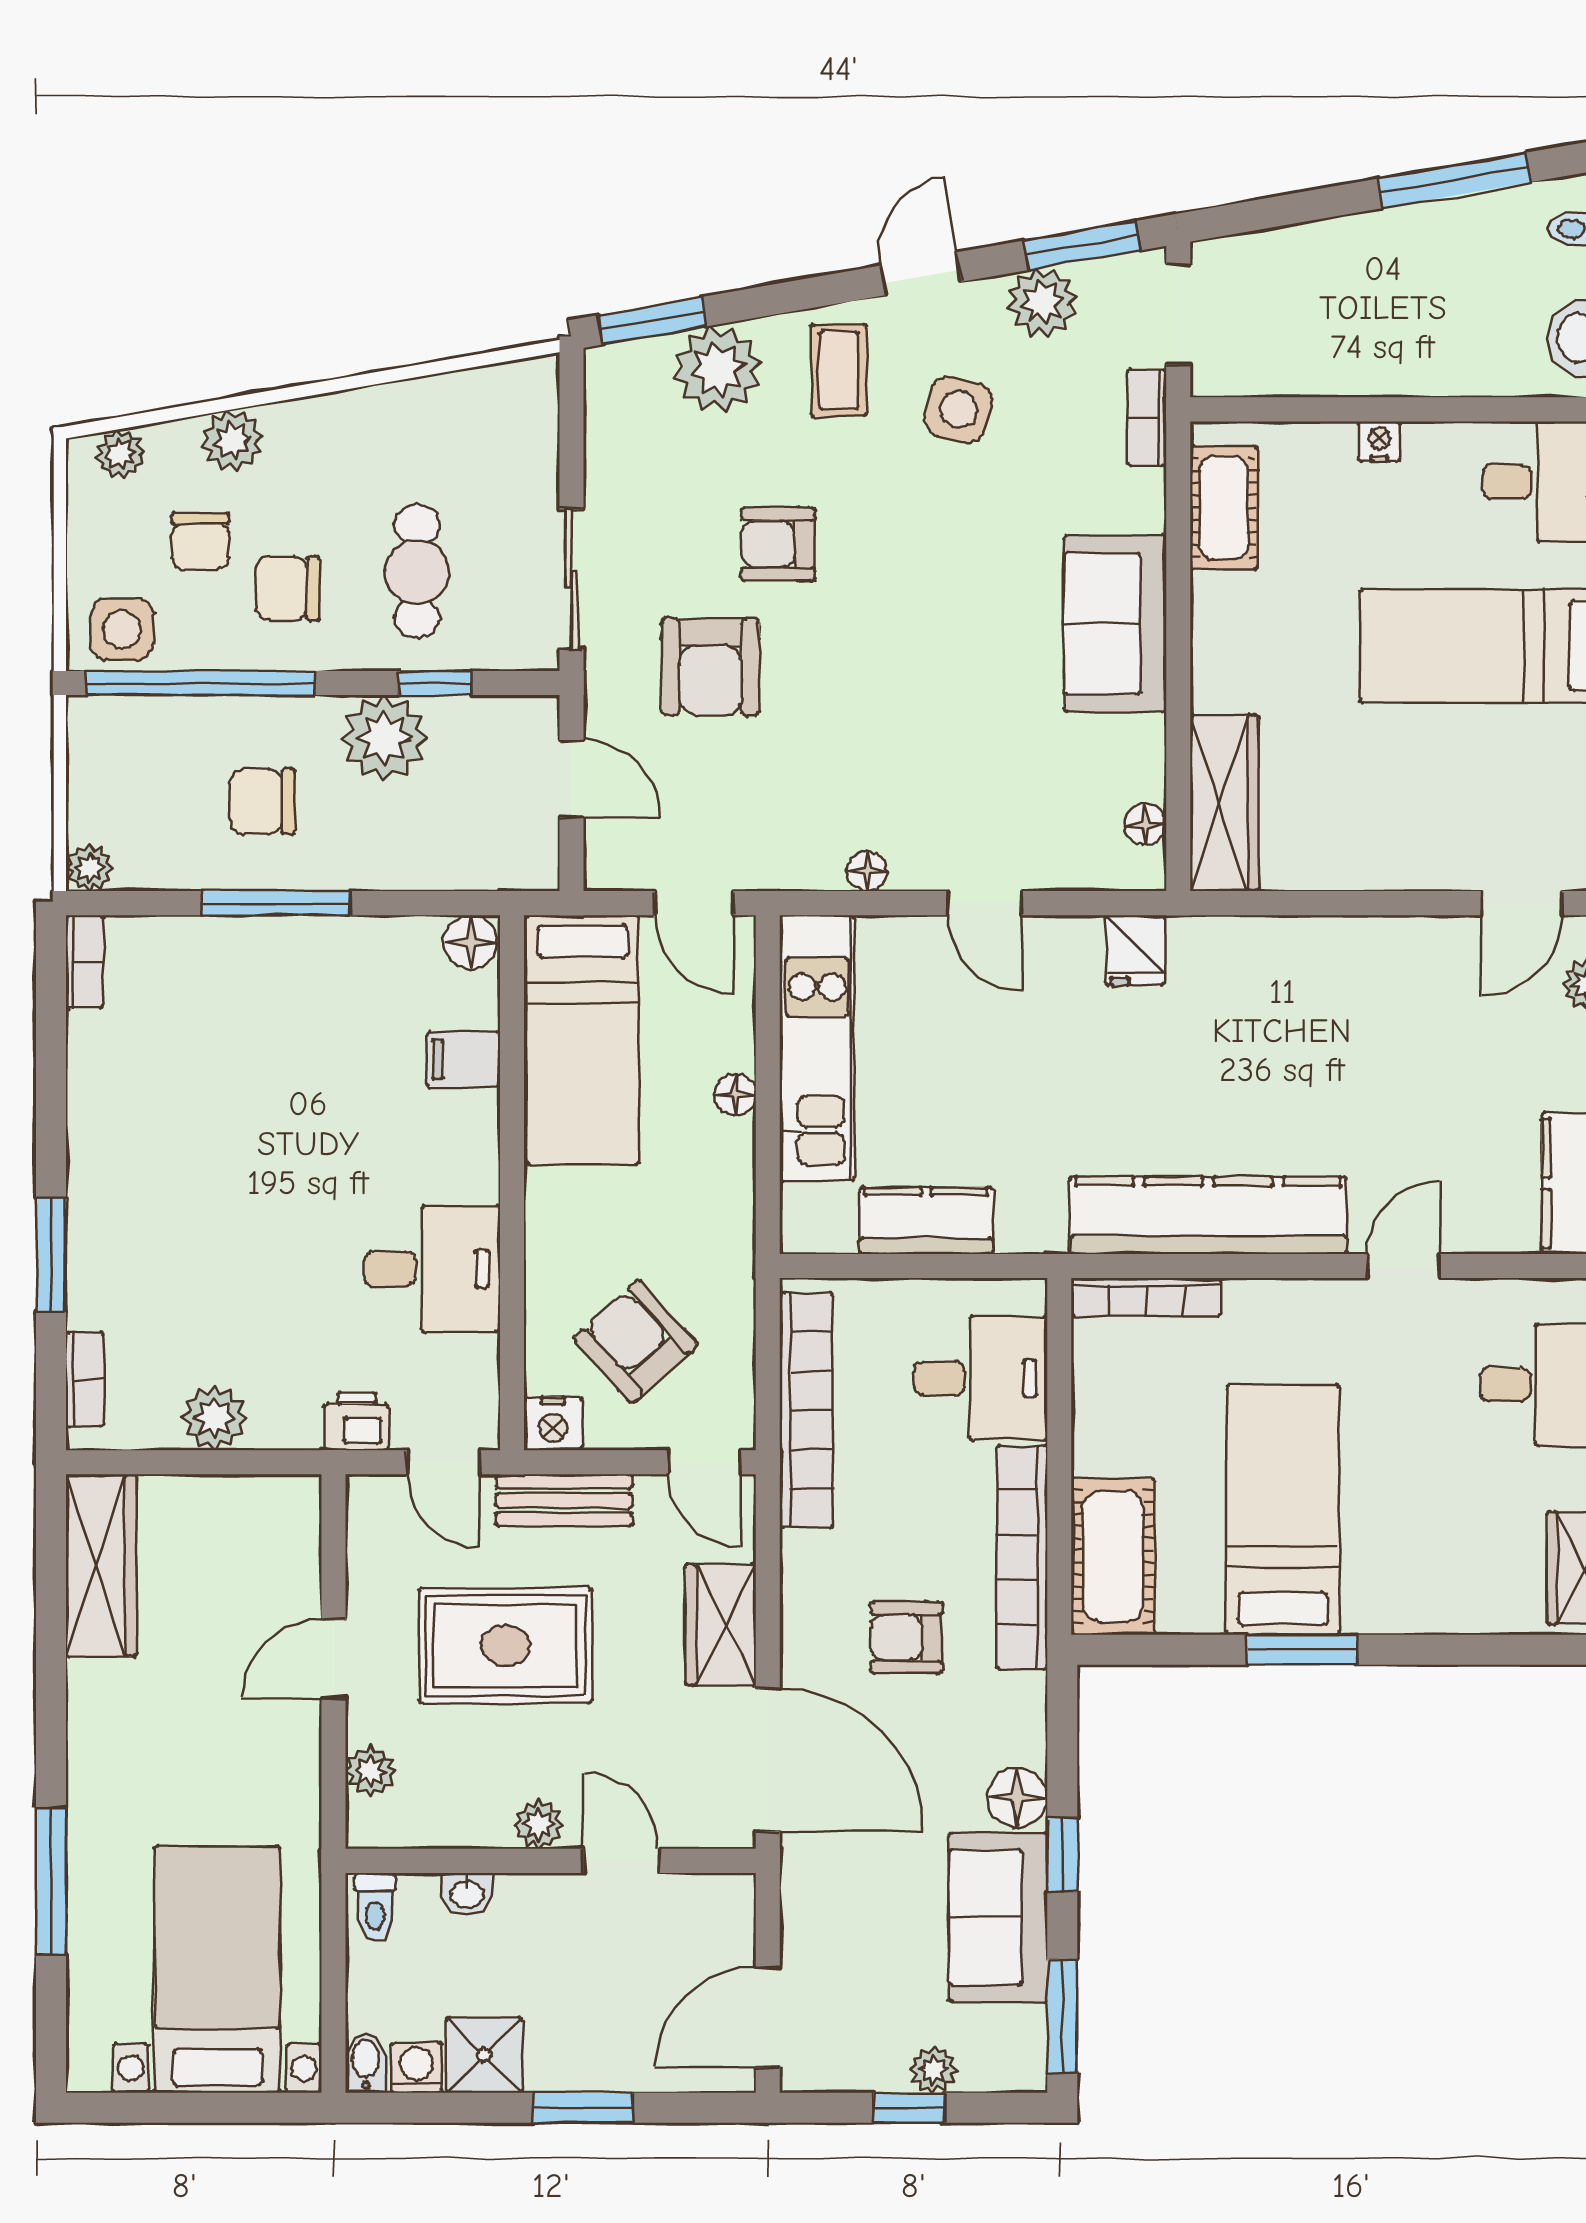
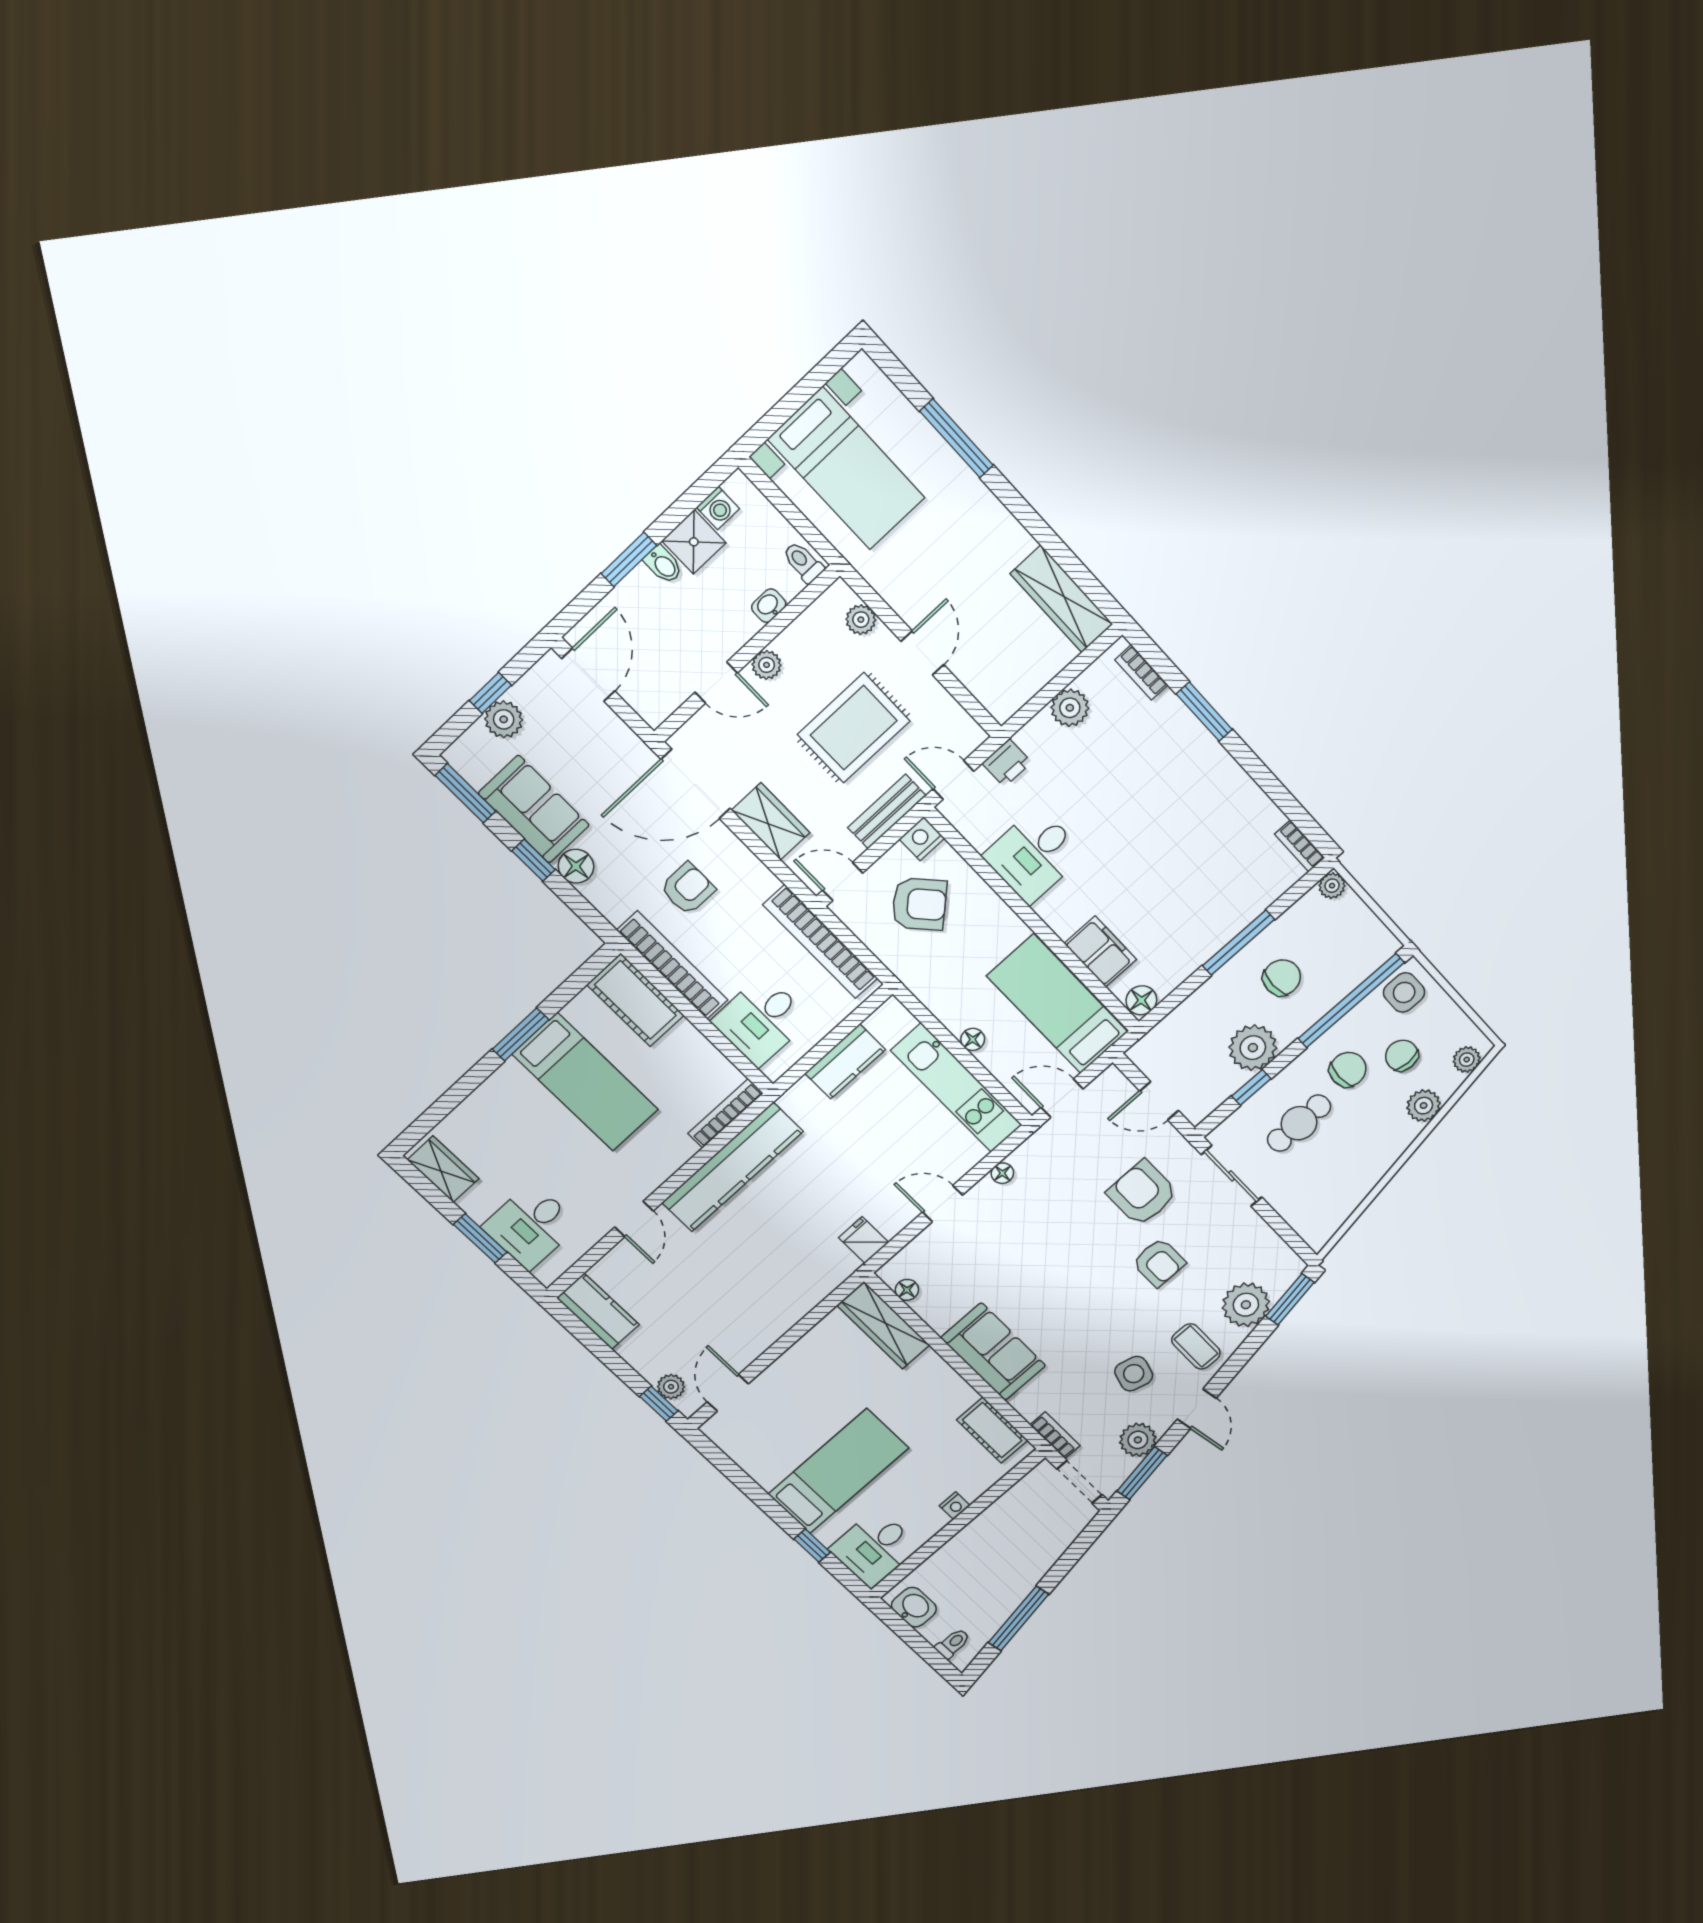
armchair: (778, 544) -> (1159, 1262), turned 90
cafe table: (417, 572) -> (1299, 1123), turned 90
filing cabinet: (463, 1059) -> (1100, 951), width x2.00
bidet: (366, 2063) -> (663, 565), moved
plant: (933, 2070) -> (504, 719), width x1.38, depth x1.38

